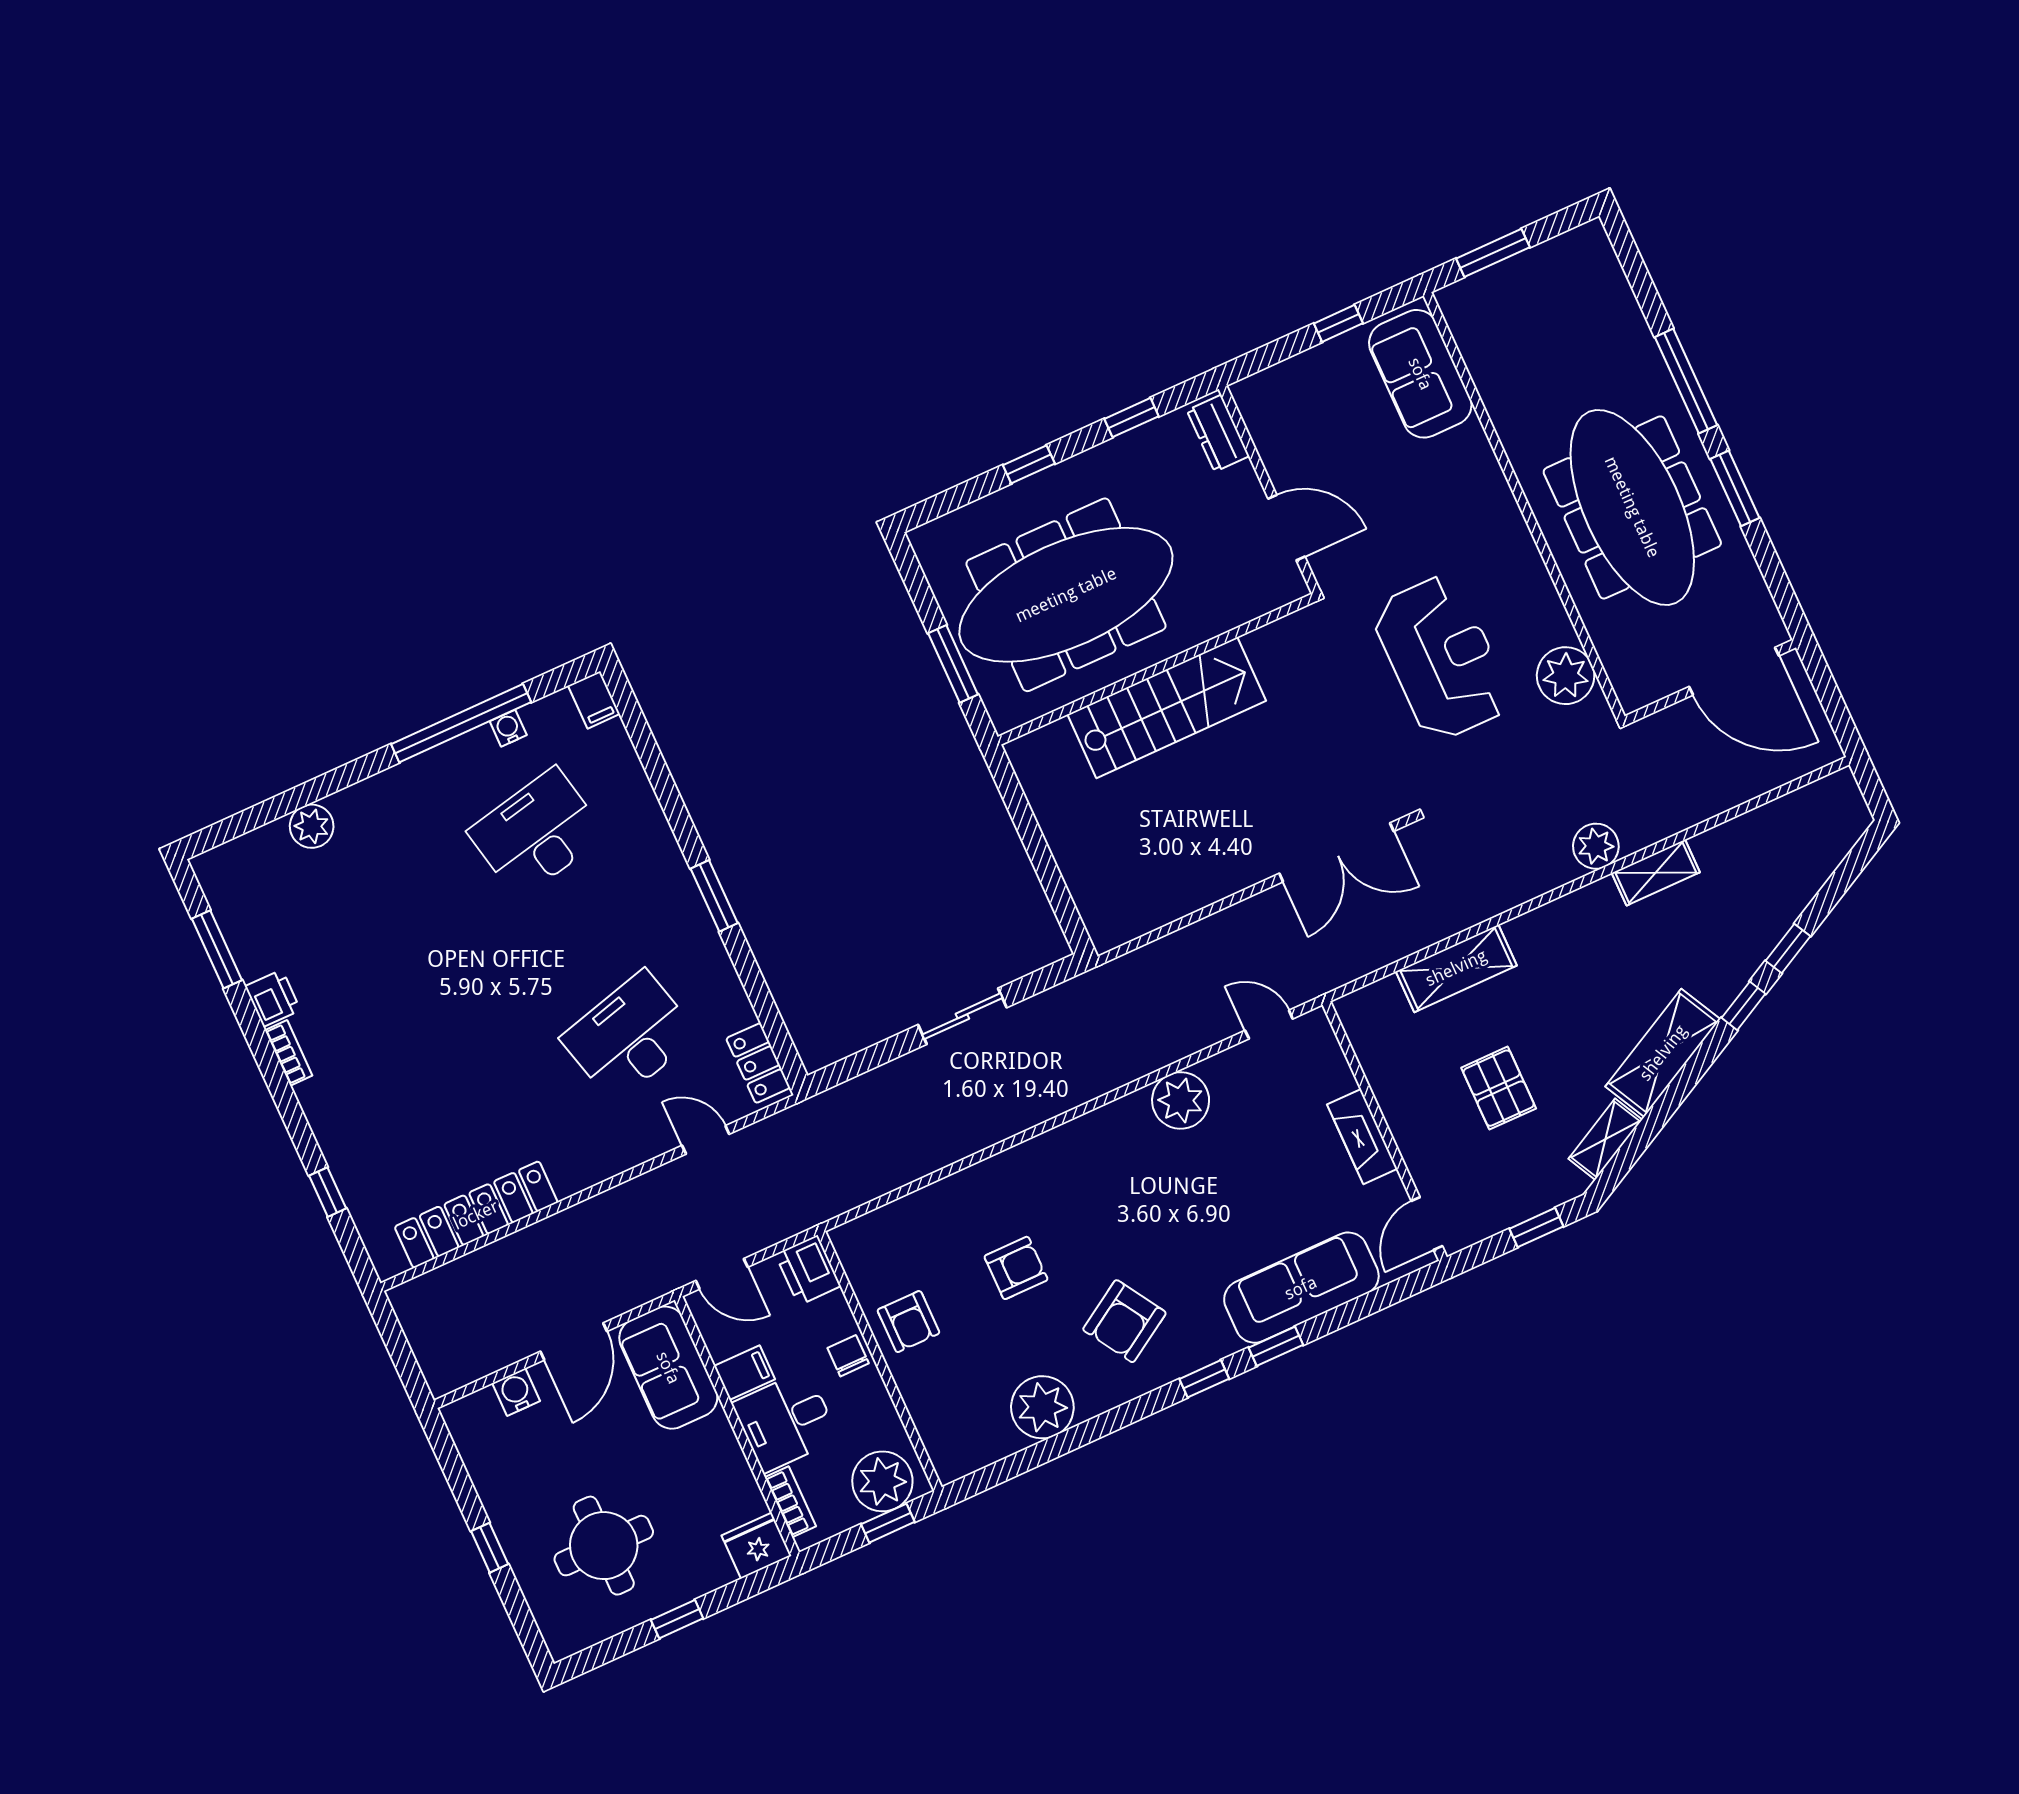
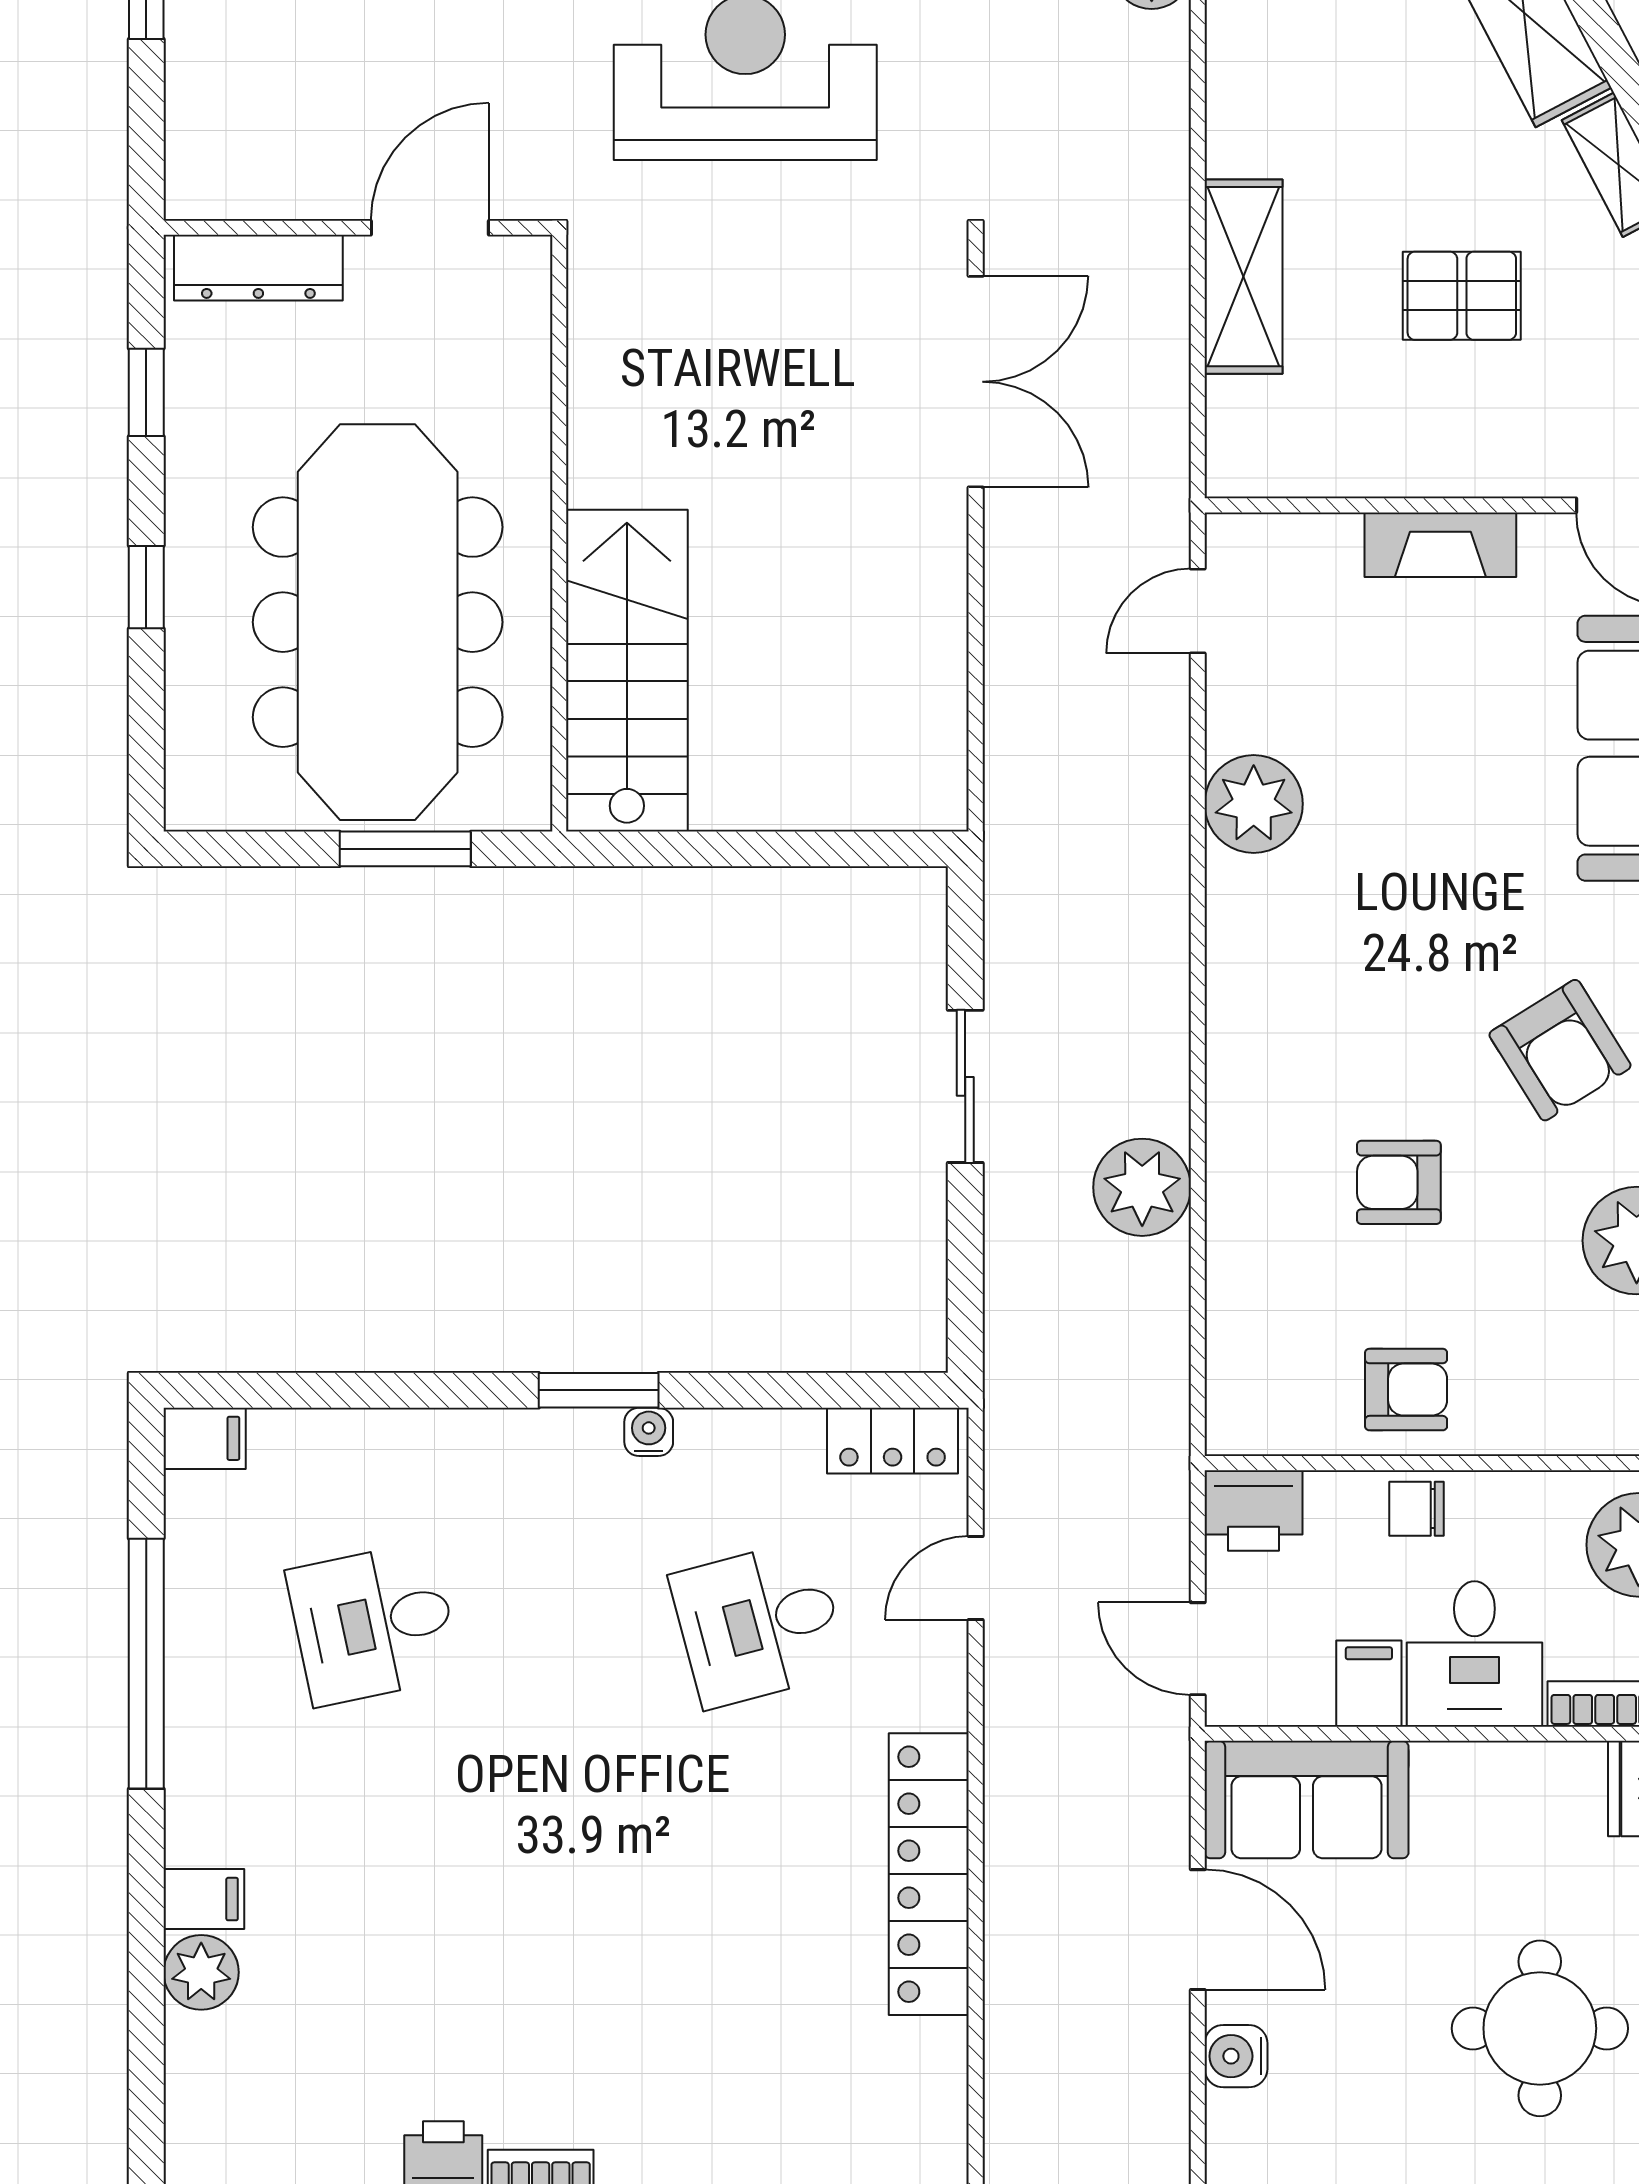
dresser: (1218, 433) -> (258, 268), width x1.44
stairs: (1167, 708) -> (627, 671), moved
water cooler: (508, 728) -> (649, 1432), moved, turned 90
filing cabinet: (351, 810) -> (204, 1899), added
desk: (537, 833) -> (373, 1624), width x0.73
desk: (630, 1037) -> (759, 1624), width x0.73
plant: (952, 1134) -> (1142, 1187), added
locker: (476, 1215) -> (929, 1874), moved
armchair: (1016, 1268) -> (1399, 1182), turned -90
door: (722, 1274) -> (1198, 1649), swing flipped

